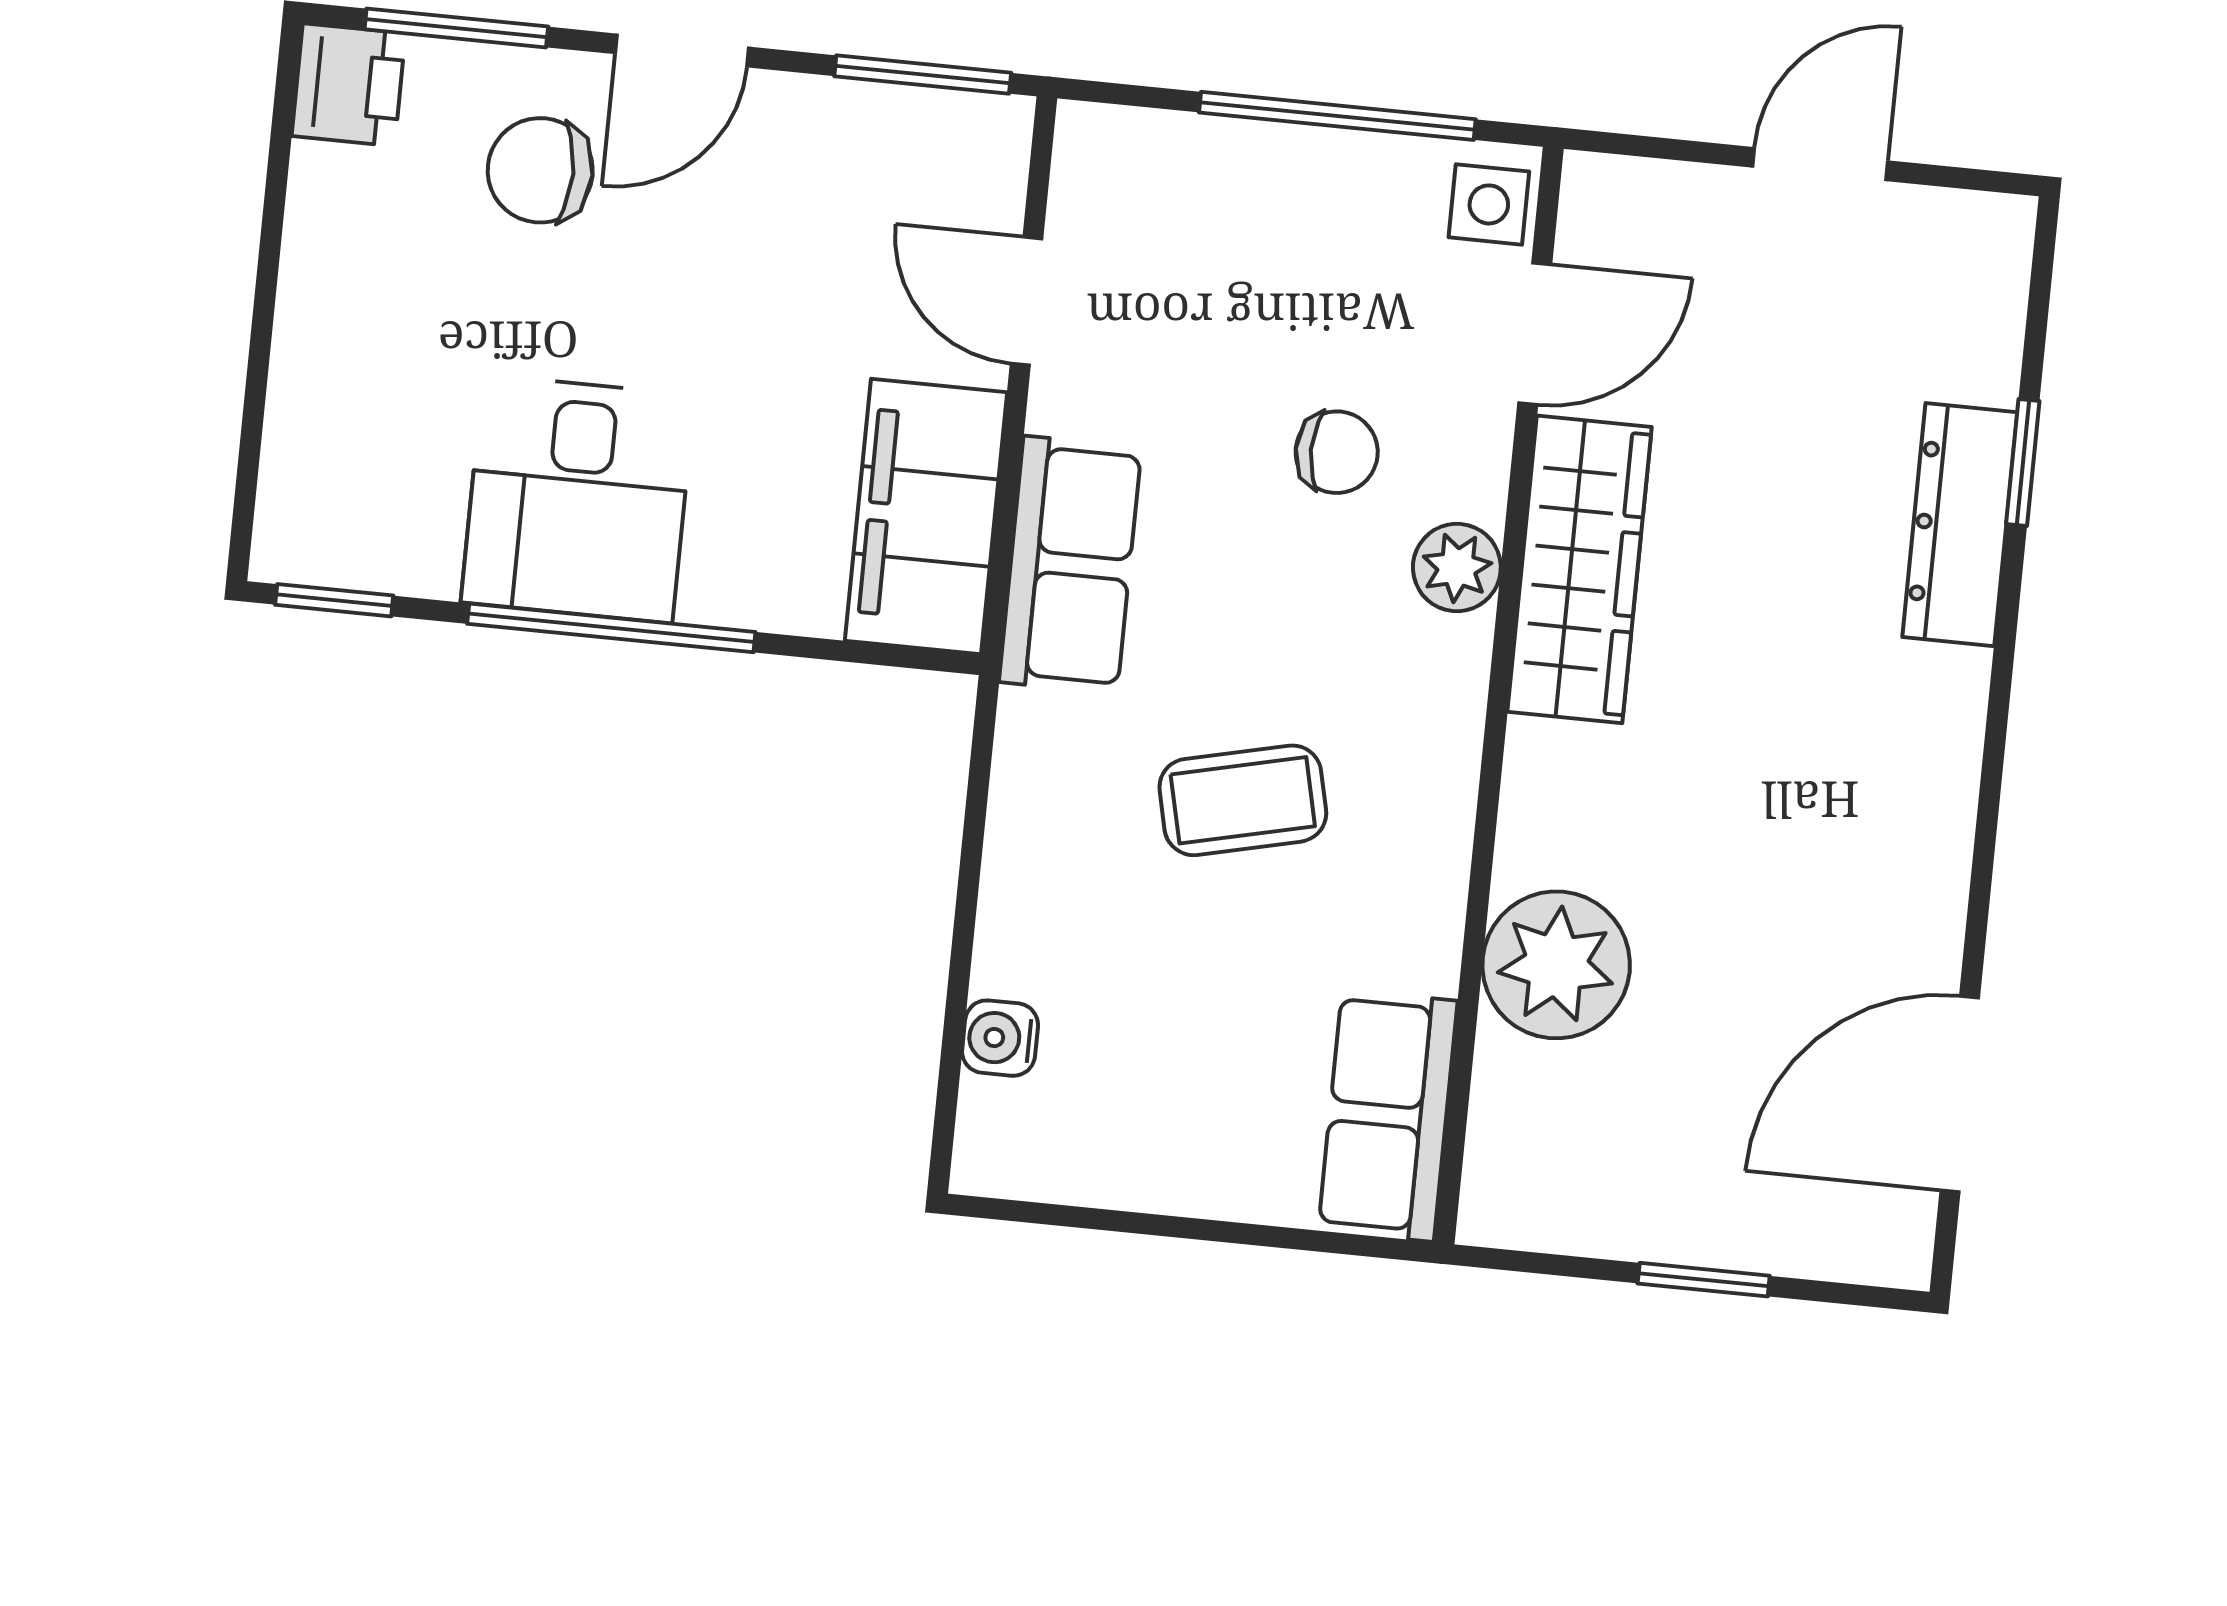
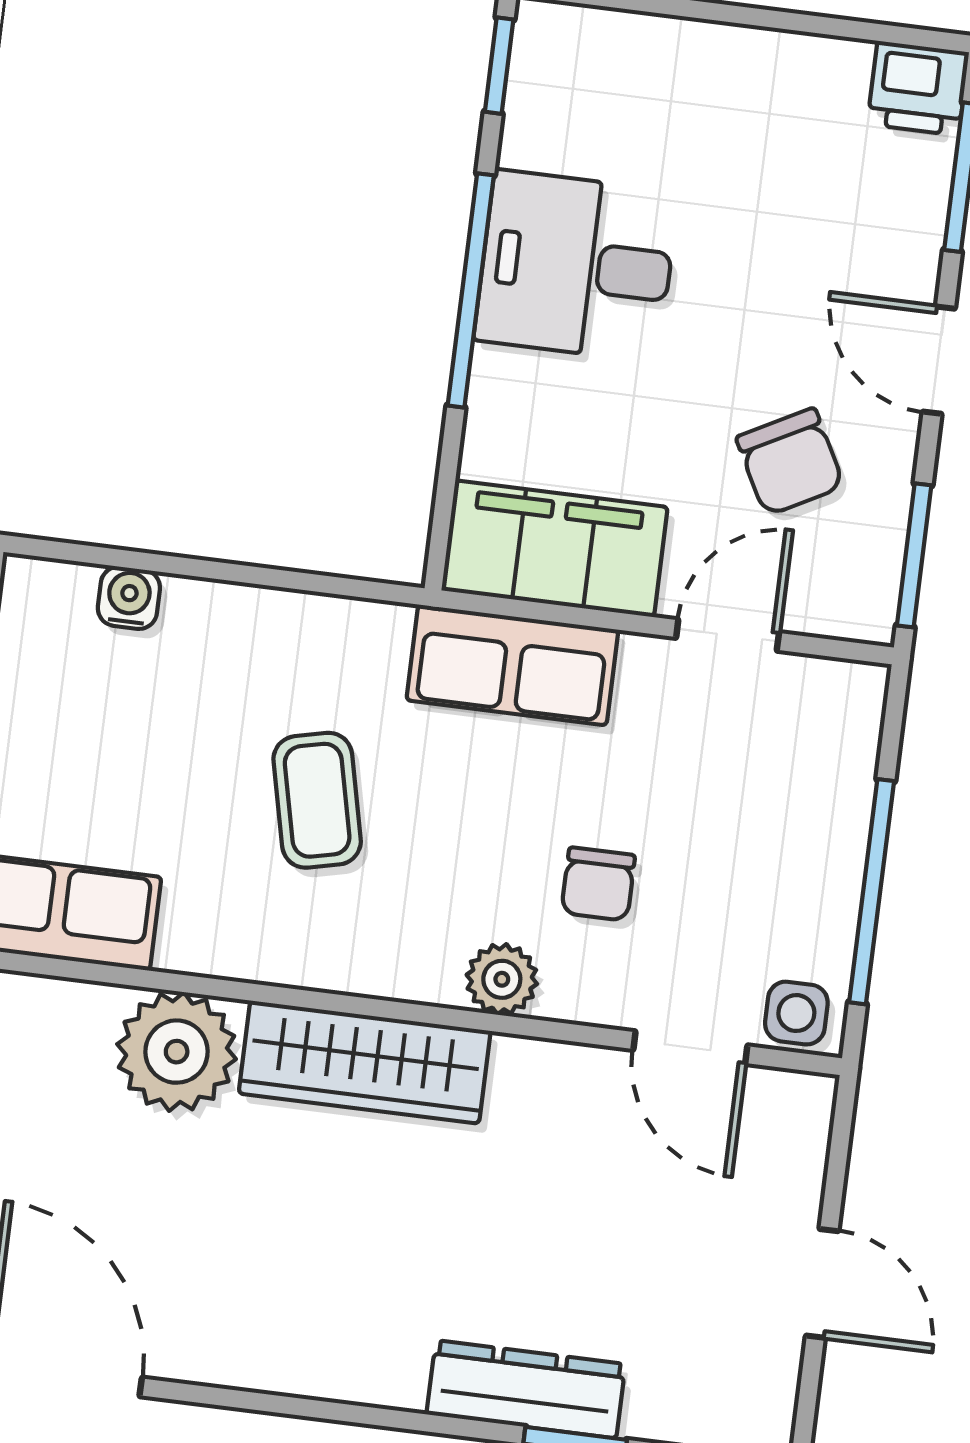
chair: (540, 170) -> (790, 462), moved, turned 152
wardrobe: (1580, 569) -> (365, 1062), moved

